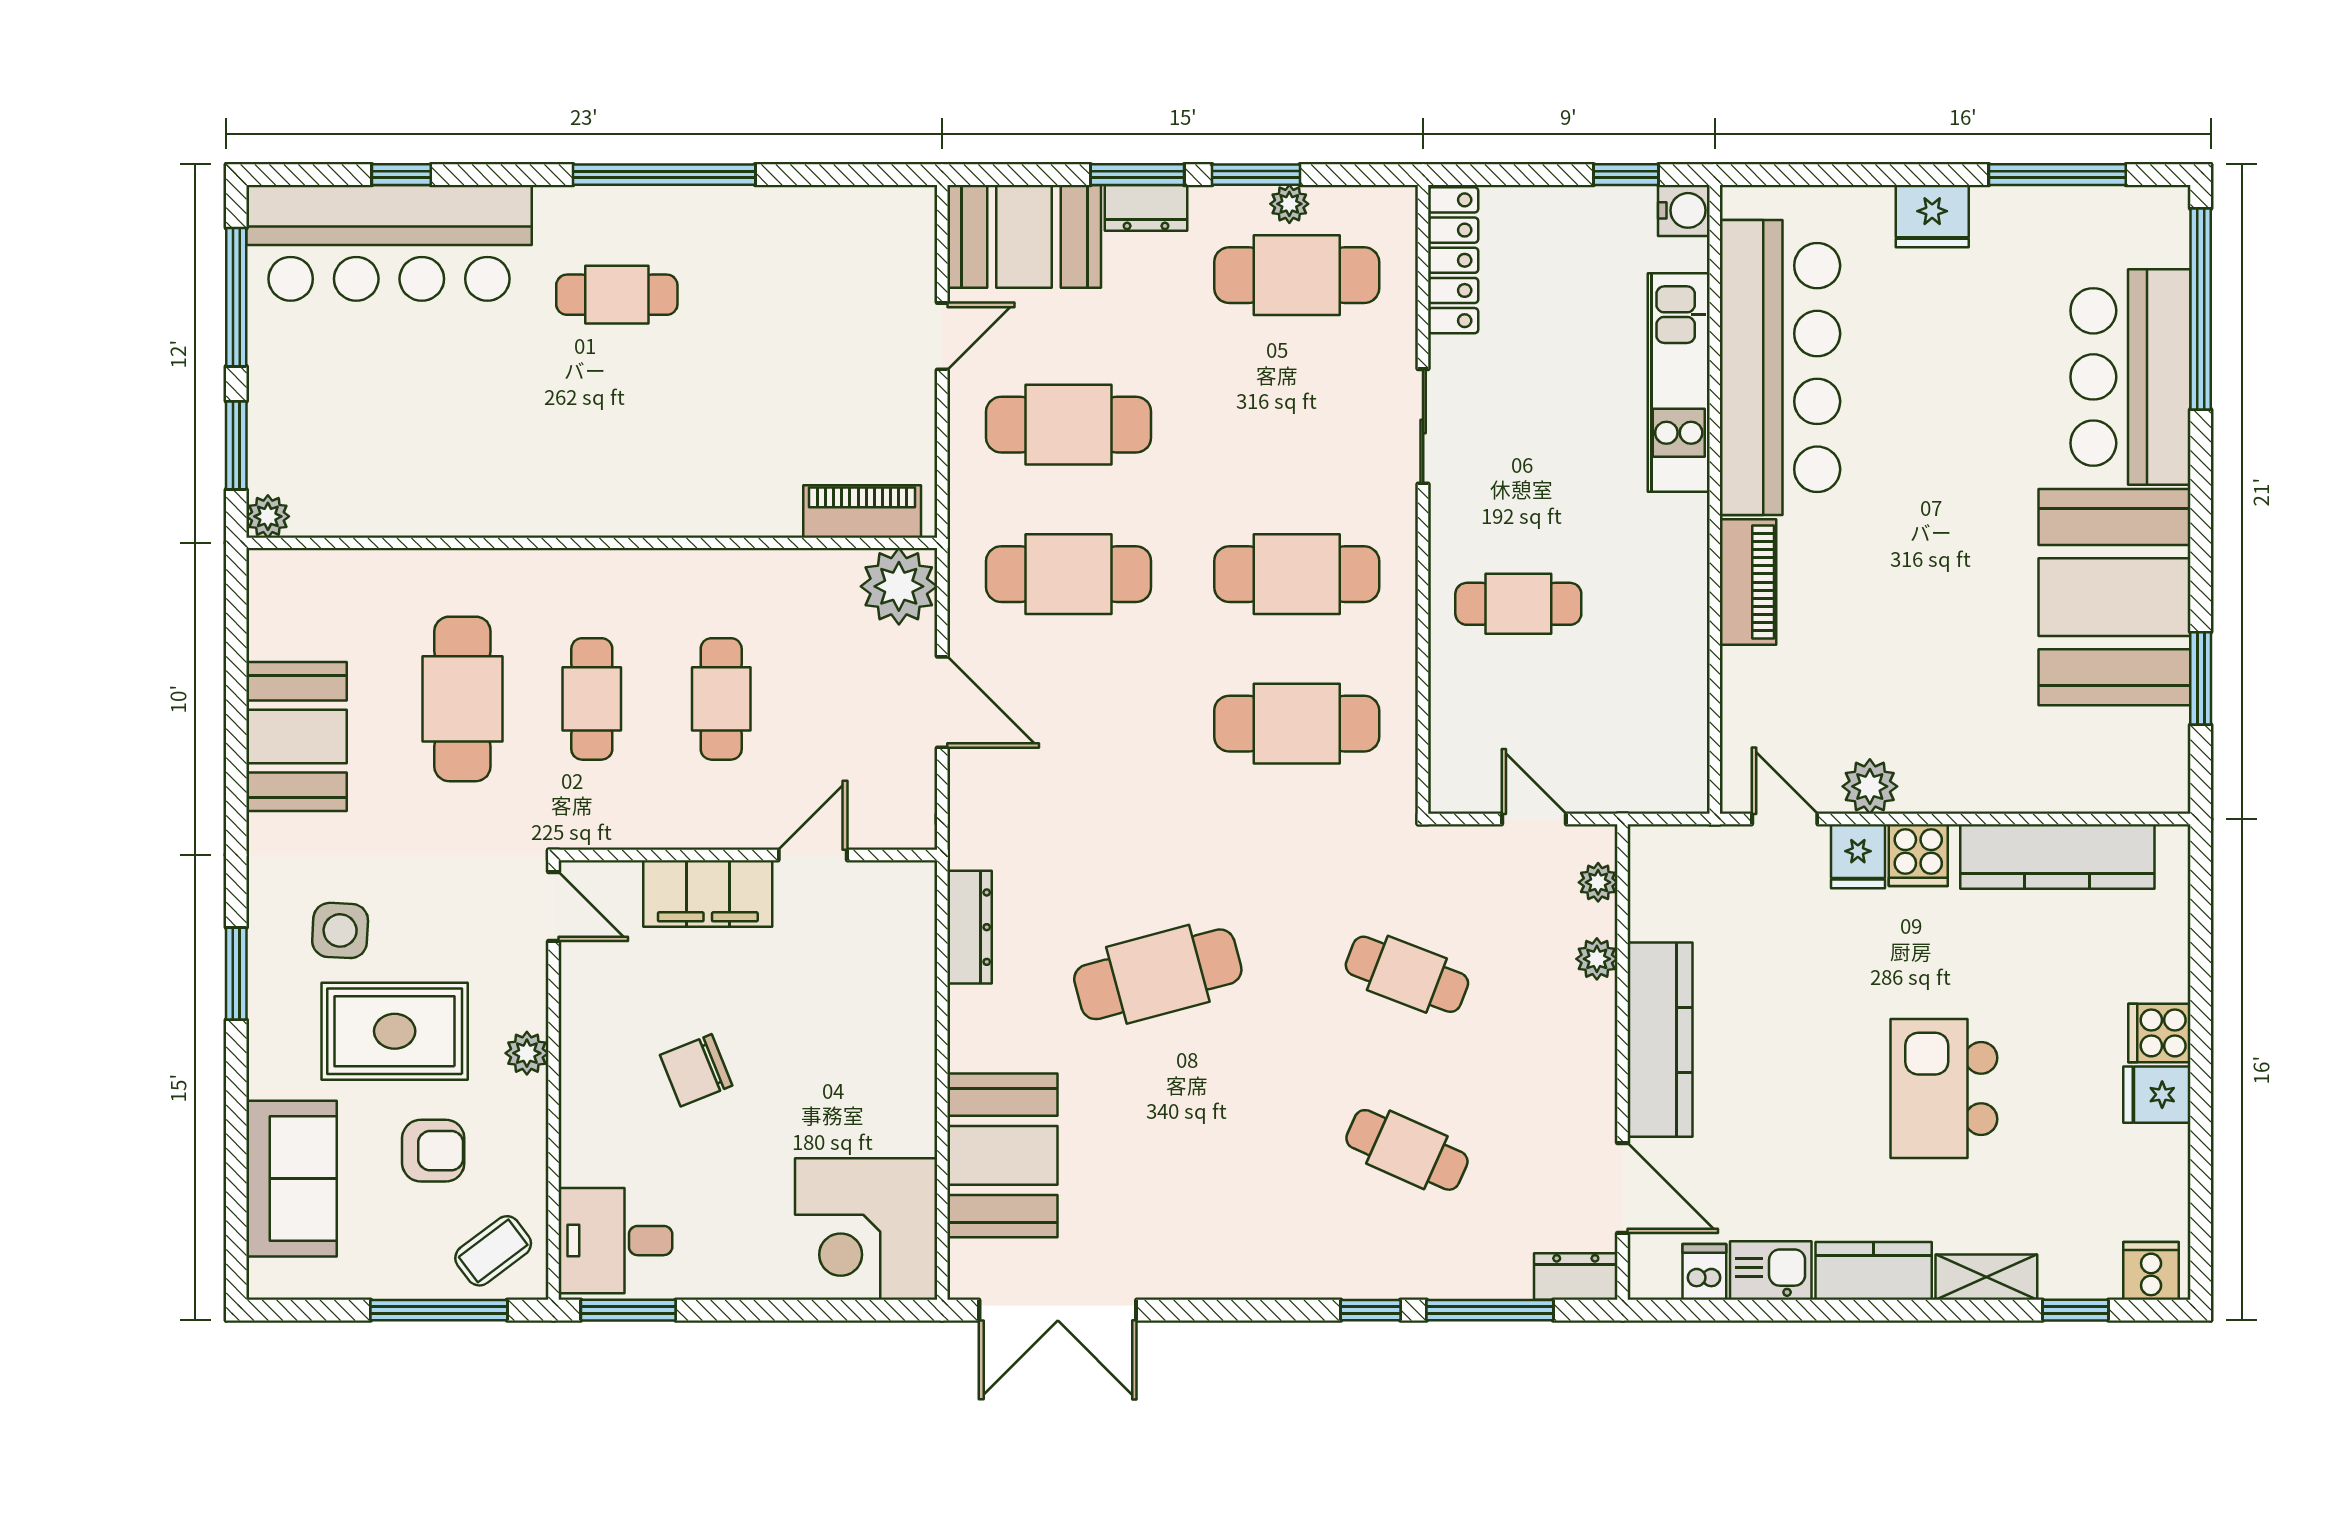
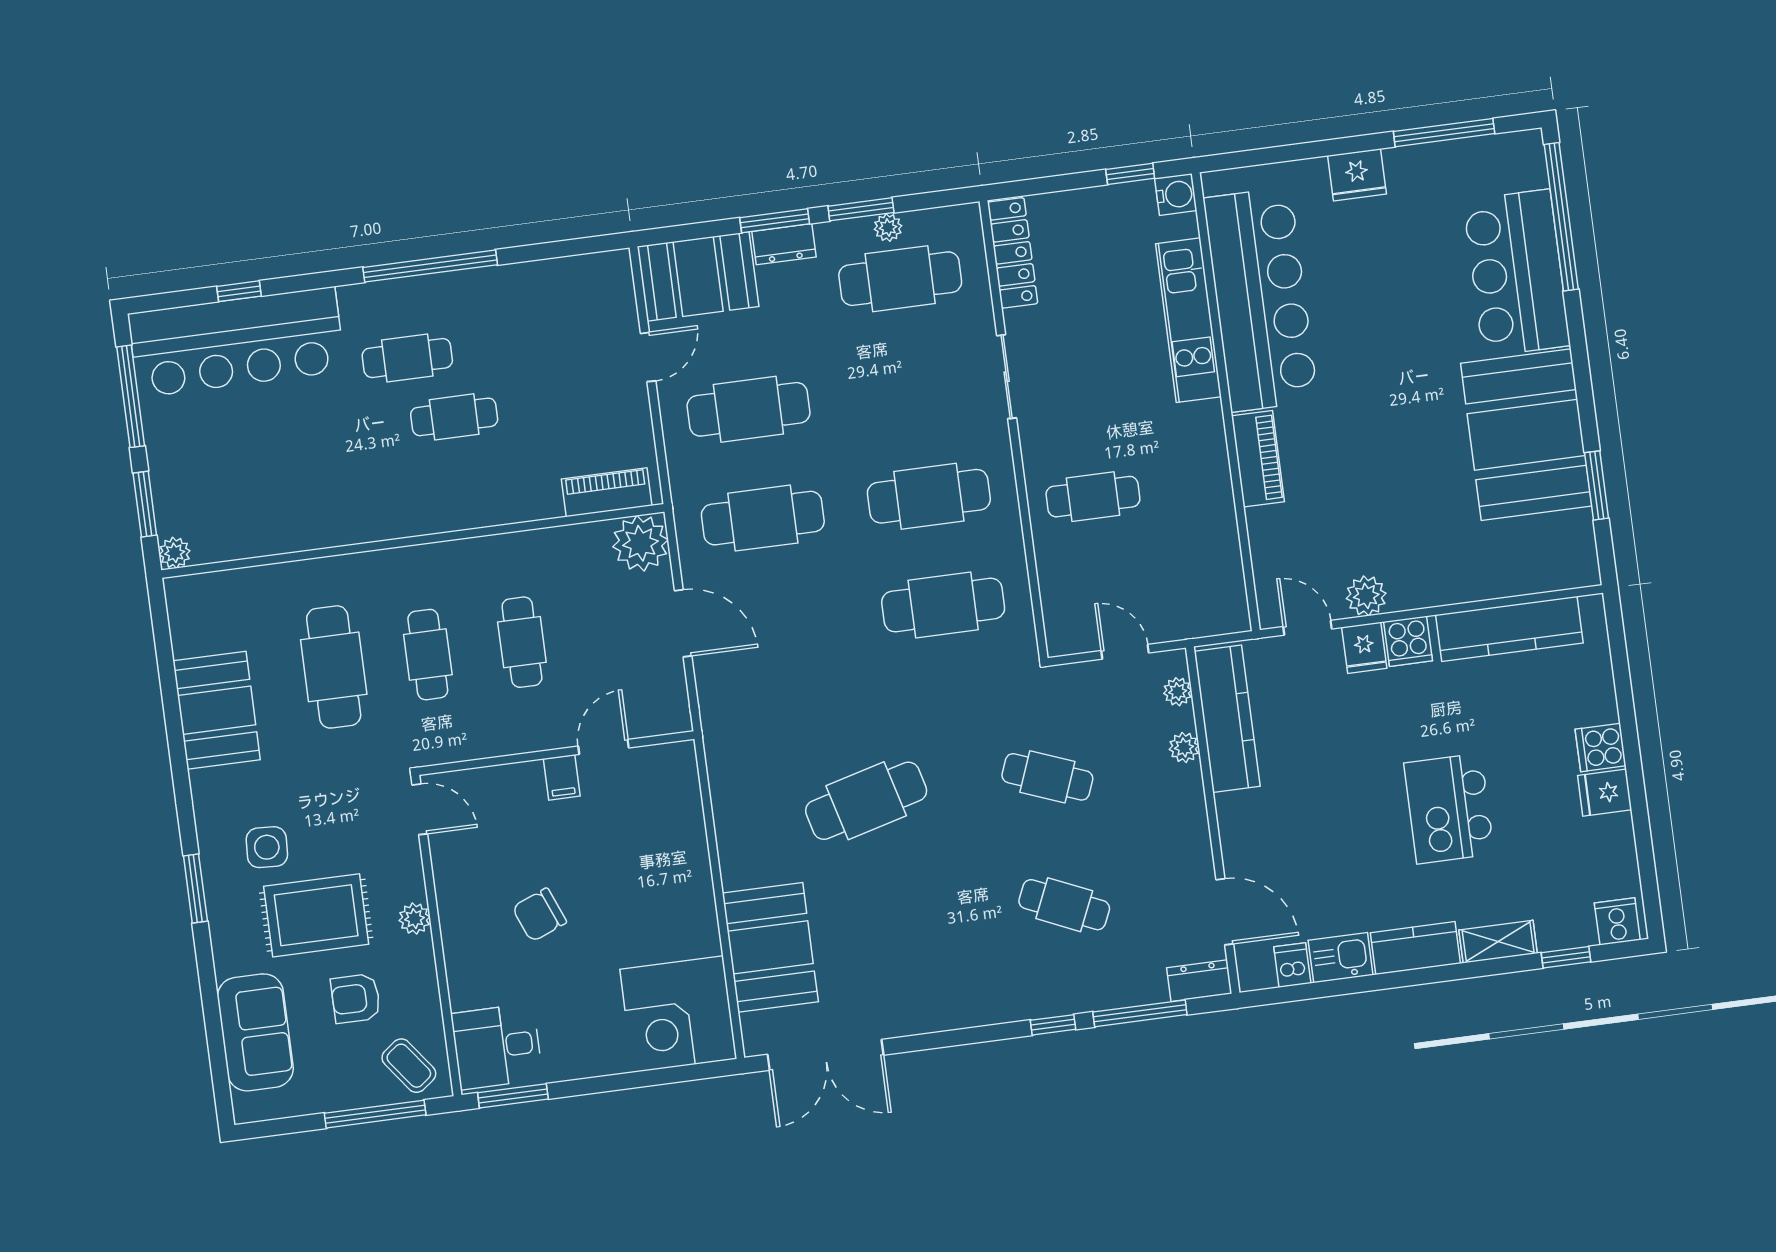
cafe table: (670, 383) -> (454, 417), added
filing cabinet: (708, 893) -> (562, 777), width x0.33, depth x0.86
dresser: (969, 927) -> (725, 784), removed
kitchen counter: (1660, 1040) -> (1227, 719), moved
armchair: (433, 1151) -> (356, 998), turned 180
coffee table: (493, 1251) -> (409, 1066), turned 90

